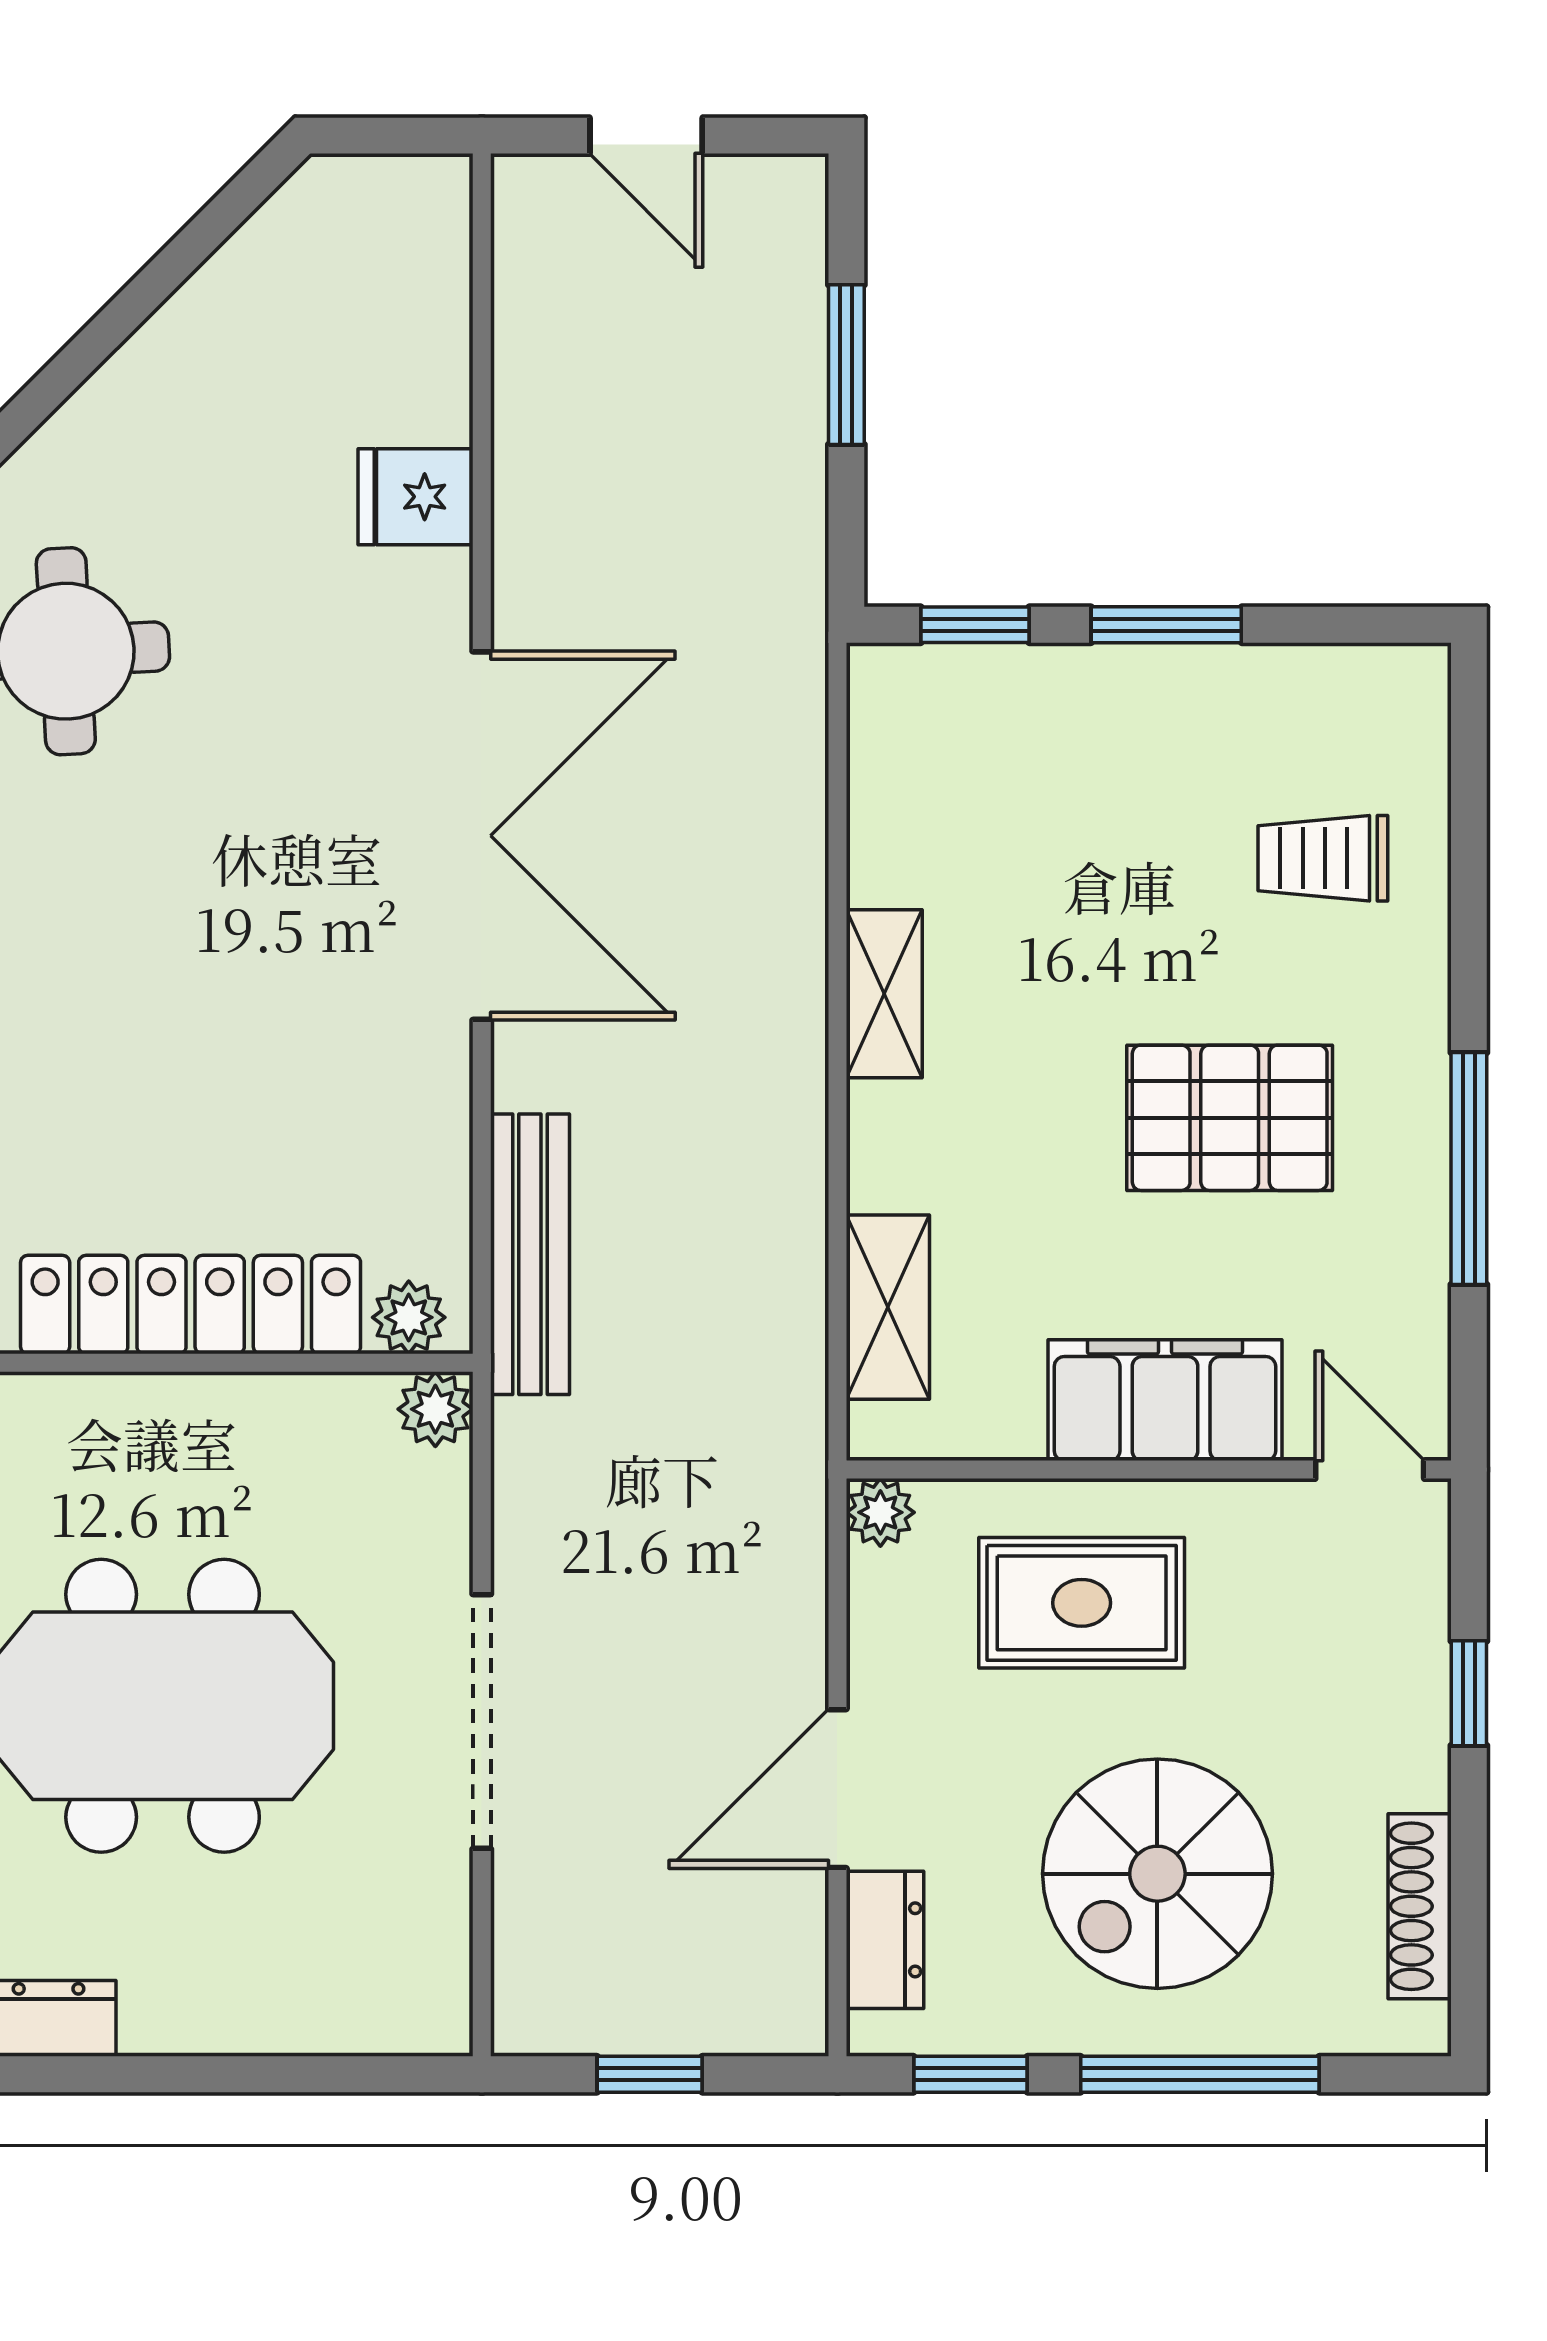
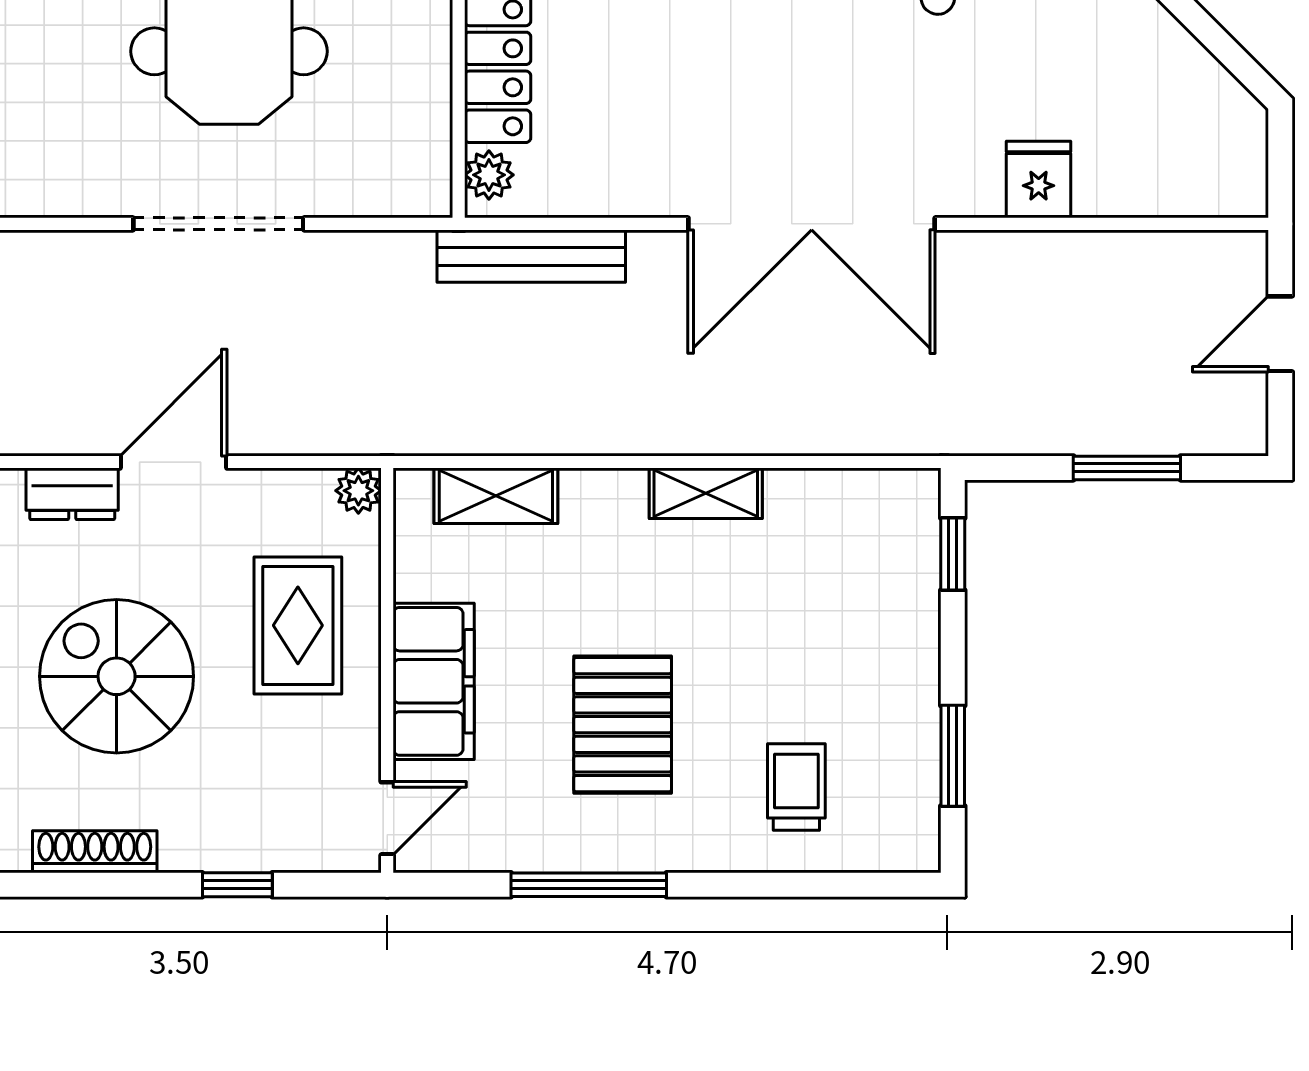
window: (1166, 625) -> (953, 756), moved
plant: (435, 1409) -> (428, 193), removed
door: (837, 1789) -> (173, 462), hinge flipped

